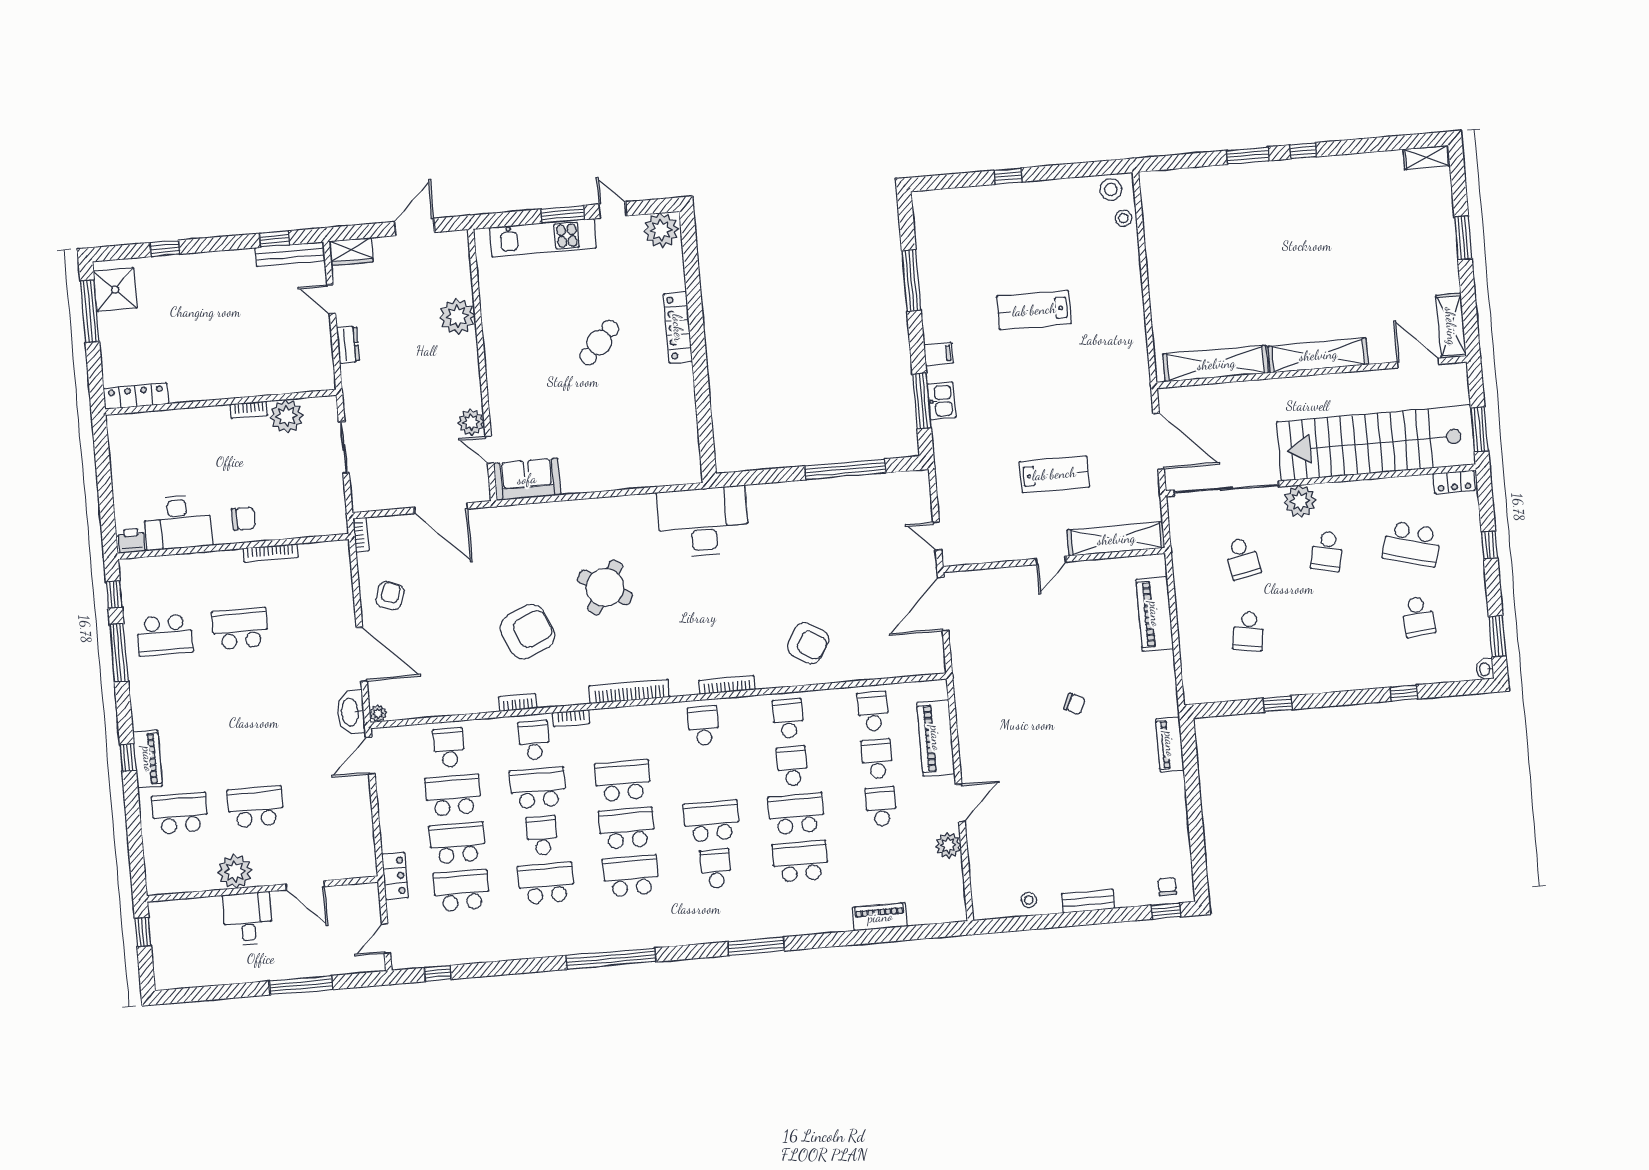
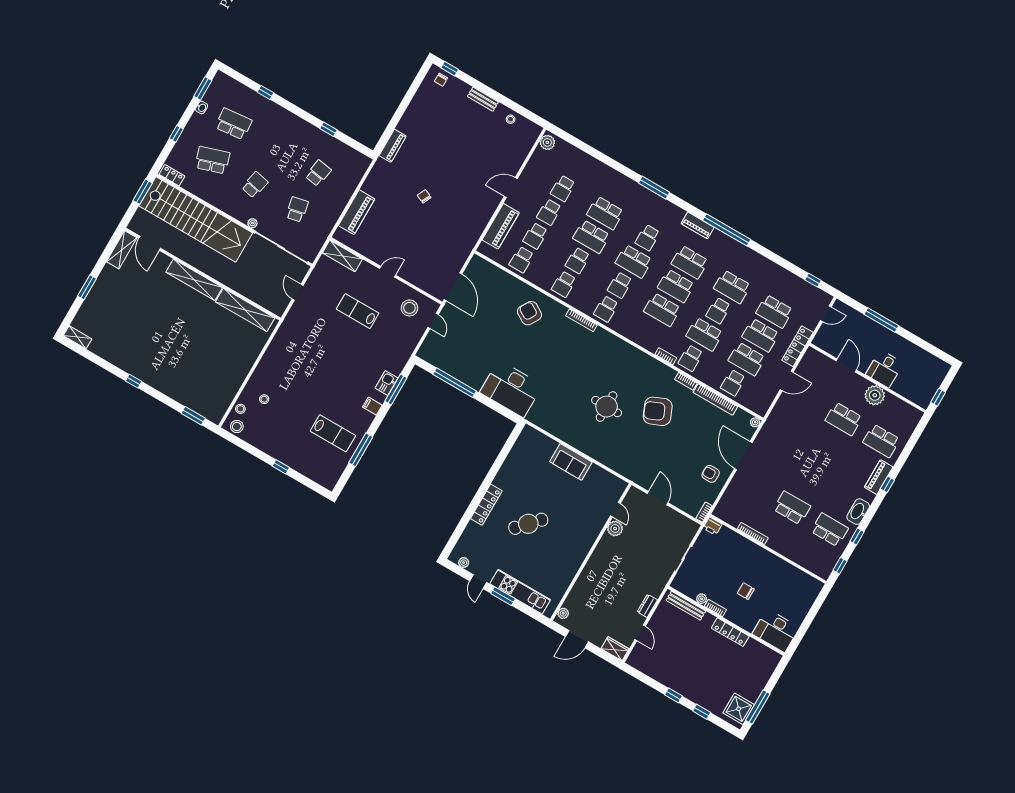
window: (1248, 156) -> (193, 416), moved
plant: (661, 230) -> (464, 563), width x0.53, depth x0.53
window: (274, 239) -> (673, 695), moved
bench: (290, 254) -> (686, 606), moved
stool: (1099, 256) -> (264, 399), added
lab bench: (1034, 310) -> (333, 433), moved
plant: (457, 316) -> (563, 613), moved, width x0.53, depth x0.53
cafe table: (599, 342) -> (528, 524), width x1.37, depth x1.35
locker: (136, 396) -> (730, 632), moved
plant: (286, 416) -> (702, 599), width x0.53, depth x0.53
door: (1159, 441) -> (298, 292), width x0.53
sofa: (527, 479) -> (571, 462), moved
plant: (1300, 501) -> (252, 223), width x0.53, depth x0.53
door: (441, 508) -> (658, 498), width x0.73
chair: (243, 519) -> (746, 591), moved
desk: (178, 522) -> (776, 631), moved, turned 180
desk: (703, 522) -> (511, 389), moved
stool: (984, 531) -> (409, 308), added
shelving: (1116, 539) -> (342, 256), width x0.68
printer: (132, 541) -> (713, 526), moved
school desk: (1412, 544) -> (212, 160), turned -33
round table: (605, 587) -> (607, 407), turned -31
armchair: (390, 596) -> (711, 474), turned 70
door: (943, 604) -> (453, 287), hinge flipped
school desk: (1418, 617) -> (234, 124), width x1.85
school desk: (240, 629) -> (792, 508), turned 180
window: (119, 653) -> (857, 537), width x0.46
washbasin: (1485, 669) -> (202, 107), moved
bookcase: (629, 691) -> (715, 399), moved
washbasin: (351, 712) -> (858, 512), moved, turned 180
door: (370, 756) -> (787, 381), moved
school desk: (707, 773) -> (620, 285), added
plant: (948, 845) -> (547, 142), moved
school desk: (885, 854) -> (563, 188), added
locker: (395, 876) -> (797, 346), width x1.53
piano: (880, 917) -> (698, 225), moved

